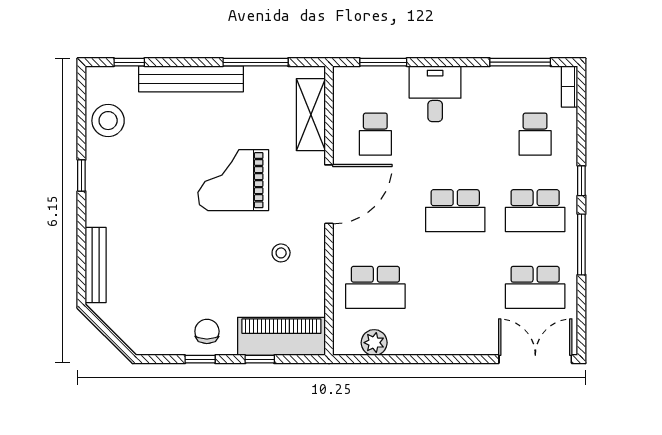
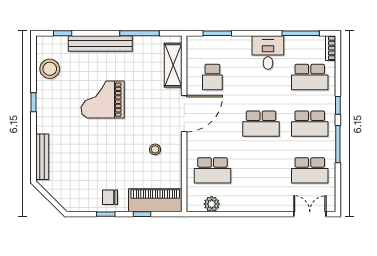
desk: (435, 94) -> (268, 52), moved
school desk: (535, 134) -> (310, 77), width x1.85
grand piano: (233, 180) -> (103, 100), moved
chair: (207, 331) -> (110, 197), turned -90
double door: (535, 359) -> (310, 214), width x0.73

